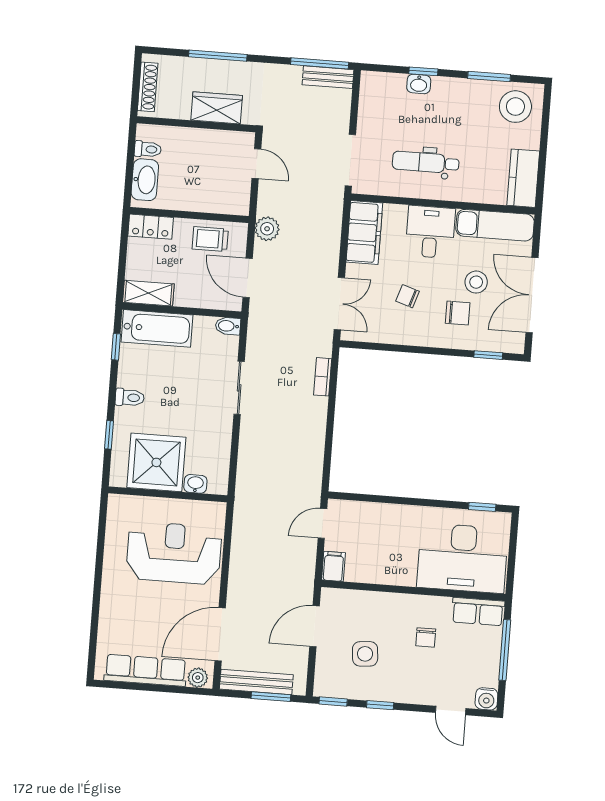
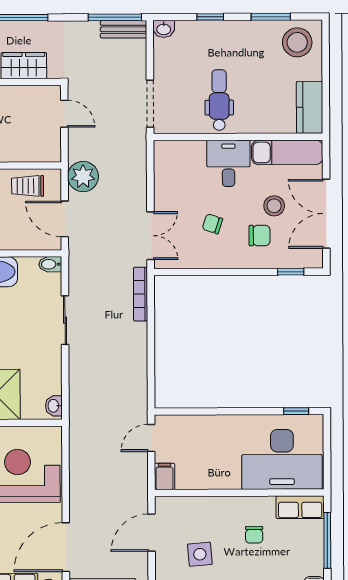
washbasin: (419, 84) -> (164, 29), moved
dental chair: (426, 162) -> (219, 100), turned 90
plant: (267, 229) -> (83, 177), width x1.36, depth x1.36
filing cabinet: (364, 233) -> (168, 169), removed
bookcase: (323, 377) -> (141, 294), width x1.56
washbasin: (195, 484) -> (54, 406), moved, turned -90

